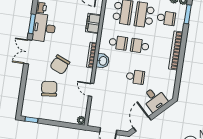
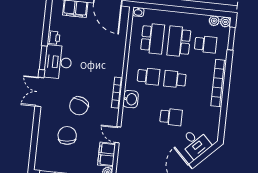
filing cabinet: (93, 23) -> (107, 154), moved

